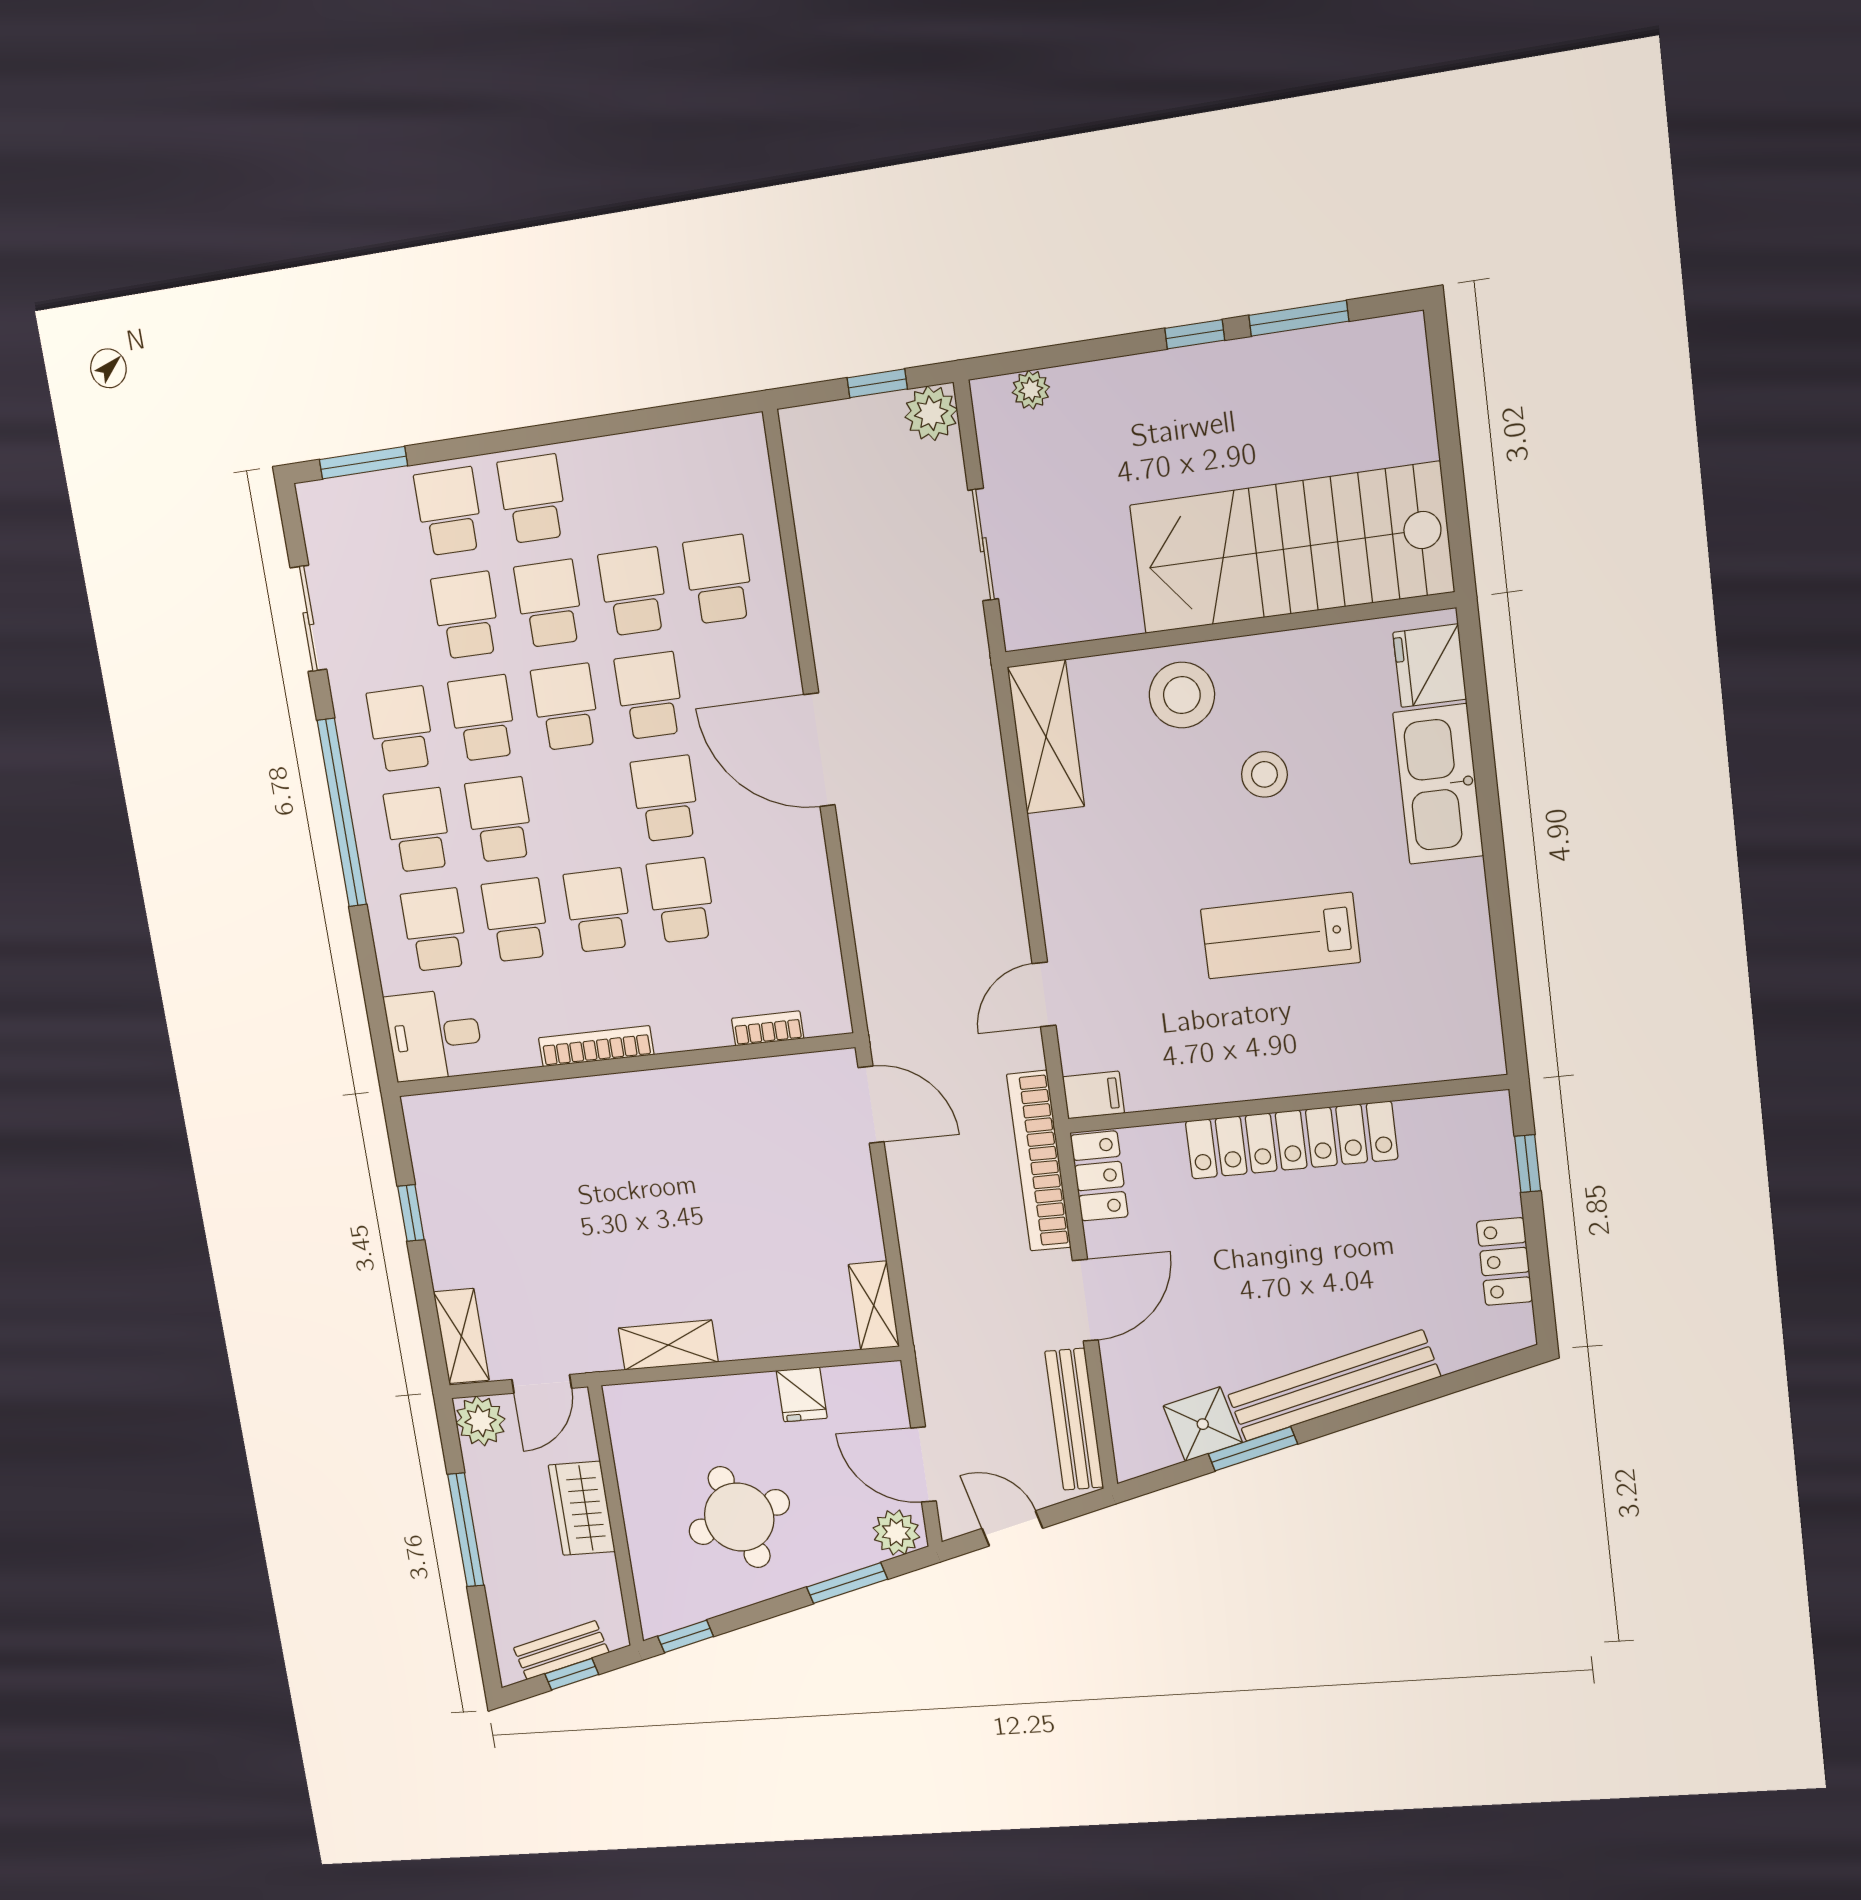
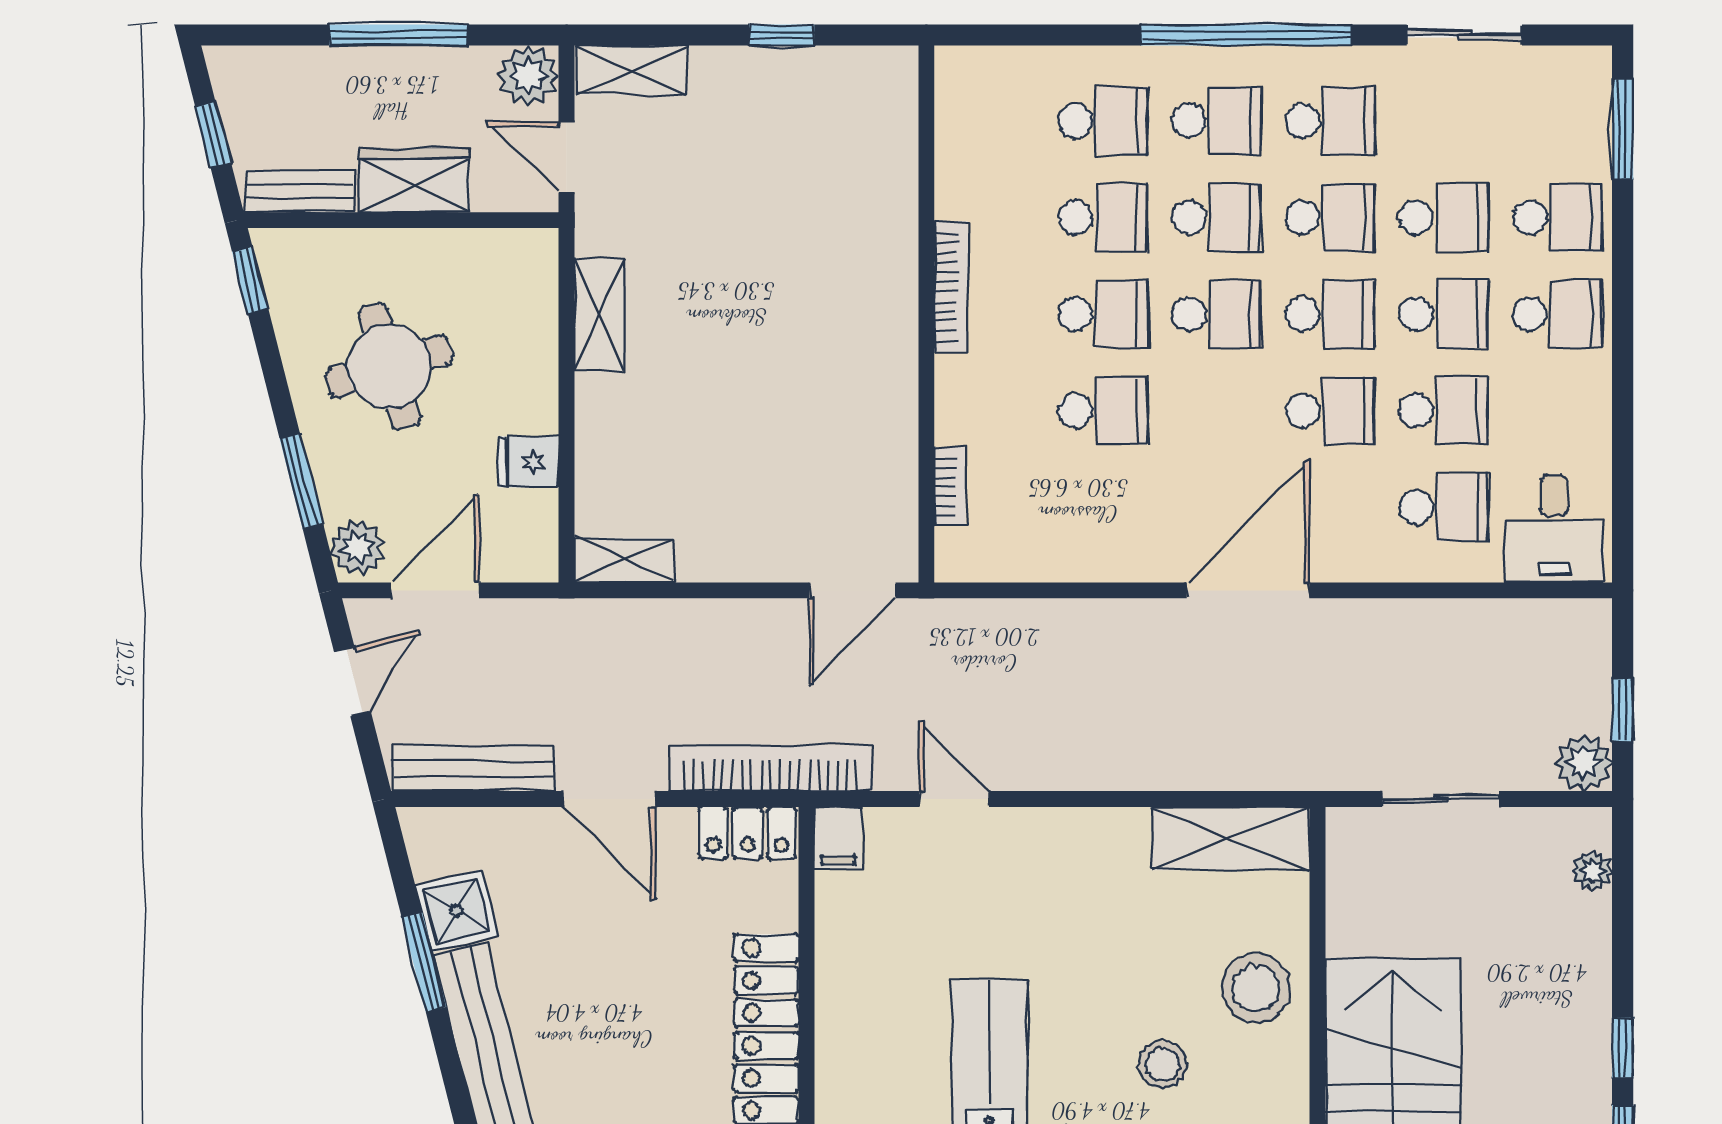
school desk: (665, 799) -> (1216, 314), moved
desk: (434, 1035) -> (1554, 529), moved, turned 180
bench: (561, 1650) -> (300, 191), moved, turned -76

